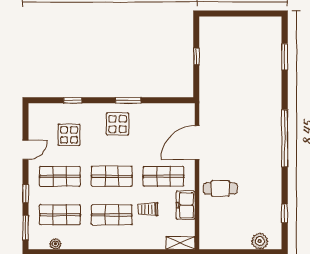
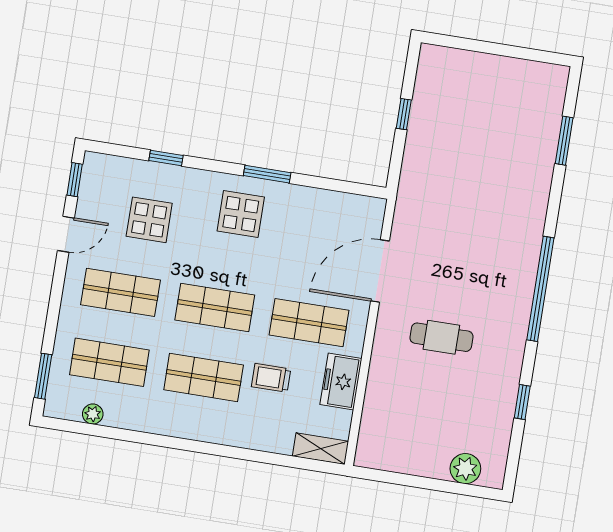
cafe table: (220, 188) -> (441, 337), moved
window: (26, 194) -> (75, 180), moved
window: (285, 213) -> (522, 402), moved

